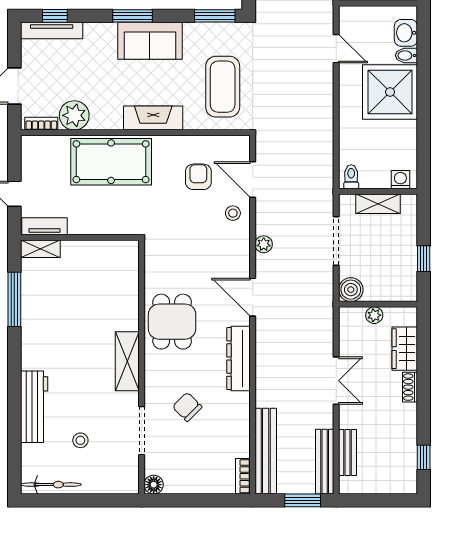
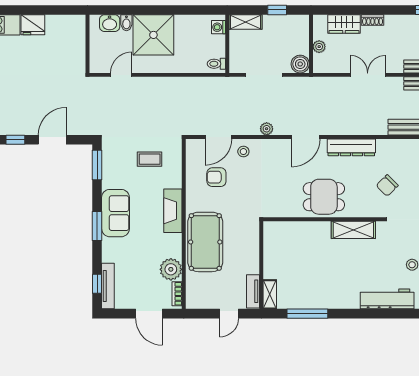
coffee table: (223, 87) -> (150, 159), width x0.54, depth x0.58
shelving: (378, 204) -> (246, 22), moved, turned 90

